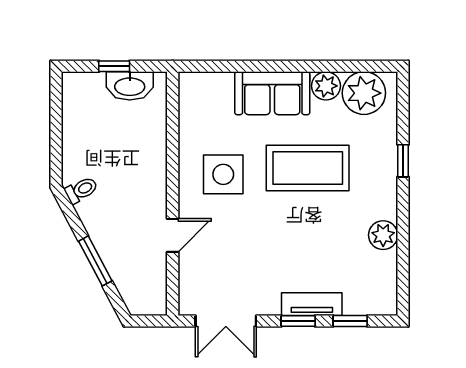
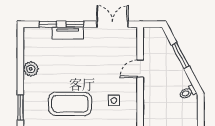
window: (403, 161) -> (20, 108), width x1.50
side table: (223, 174) -> (114, 100), width x0.54, depth x0.54

